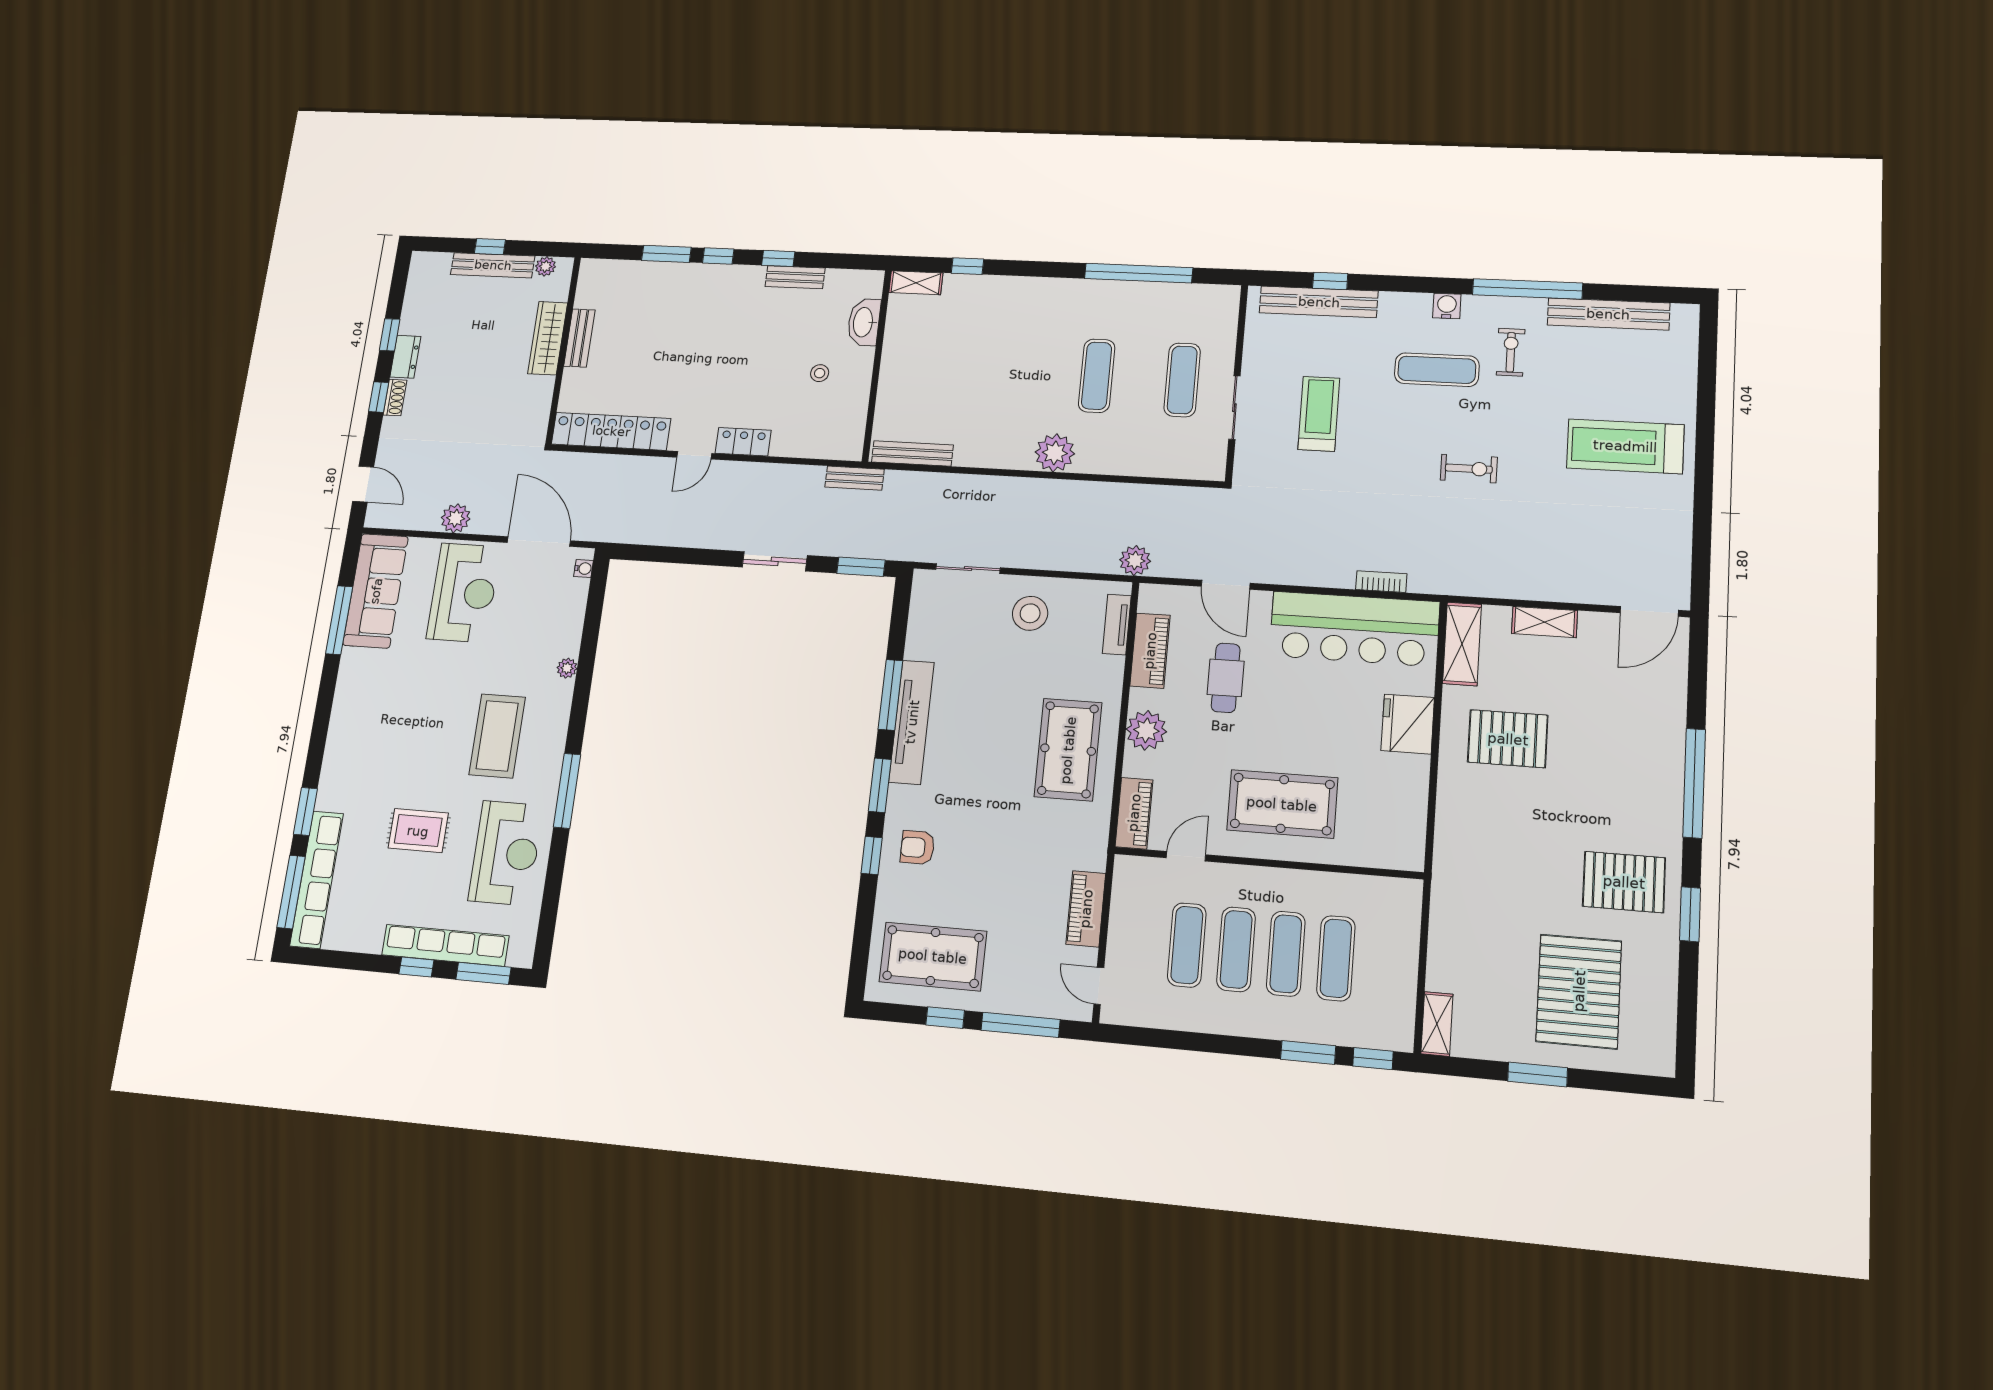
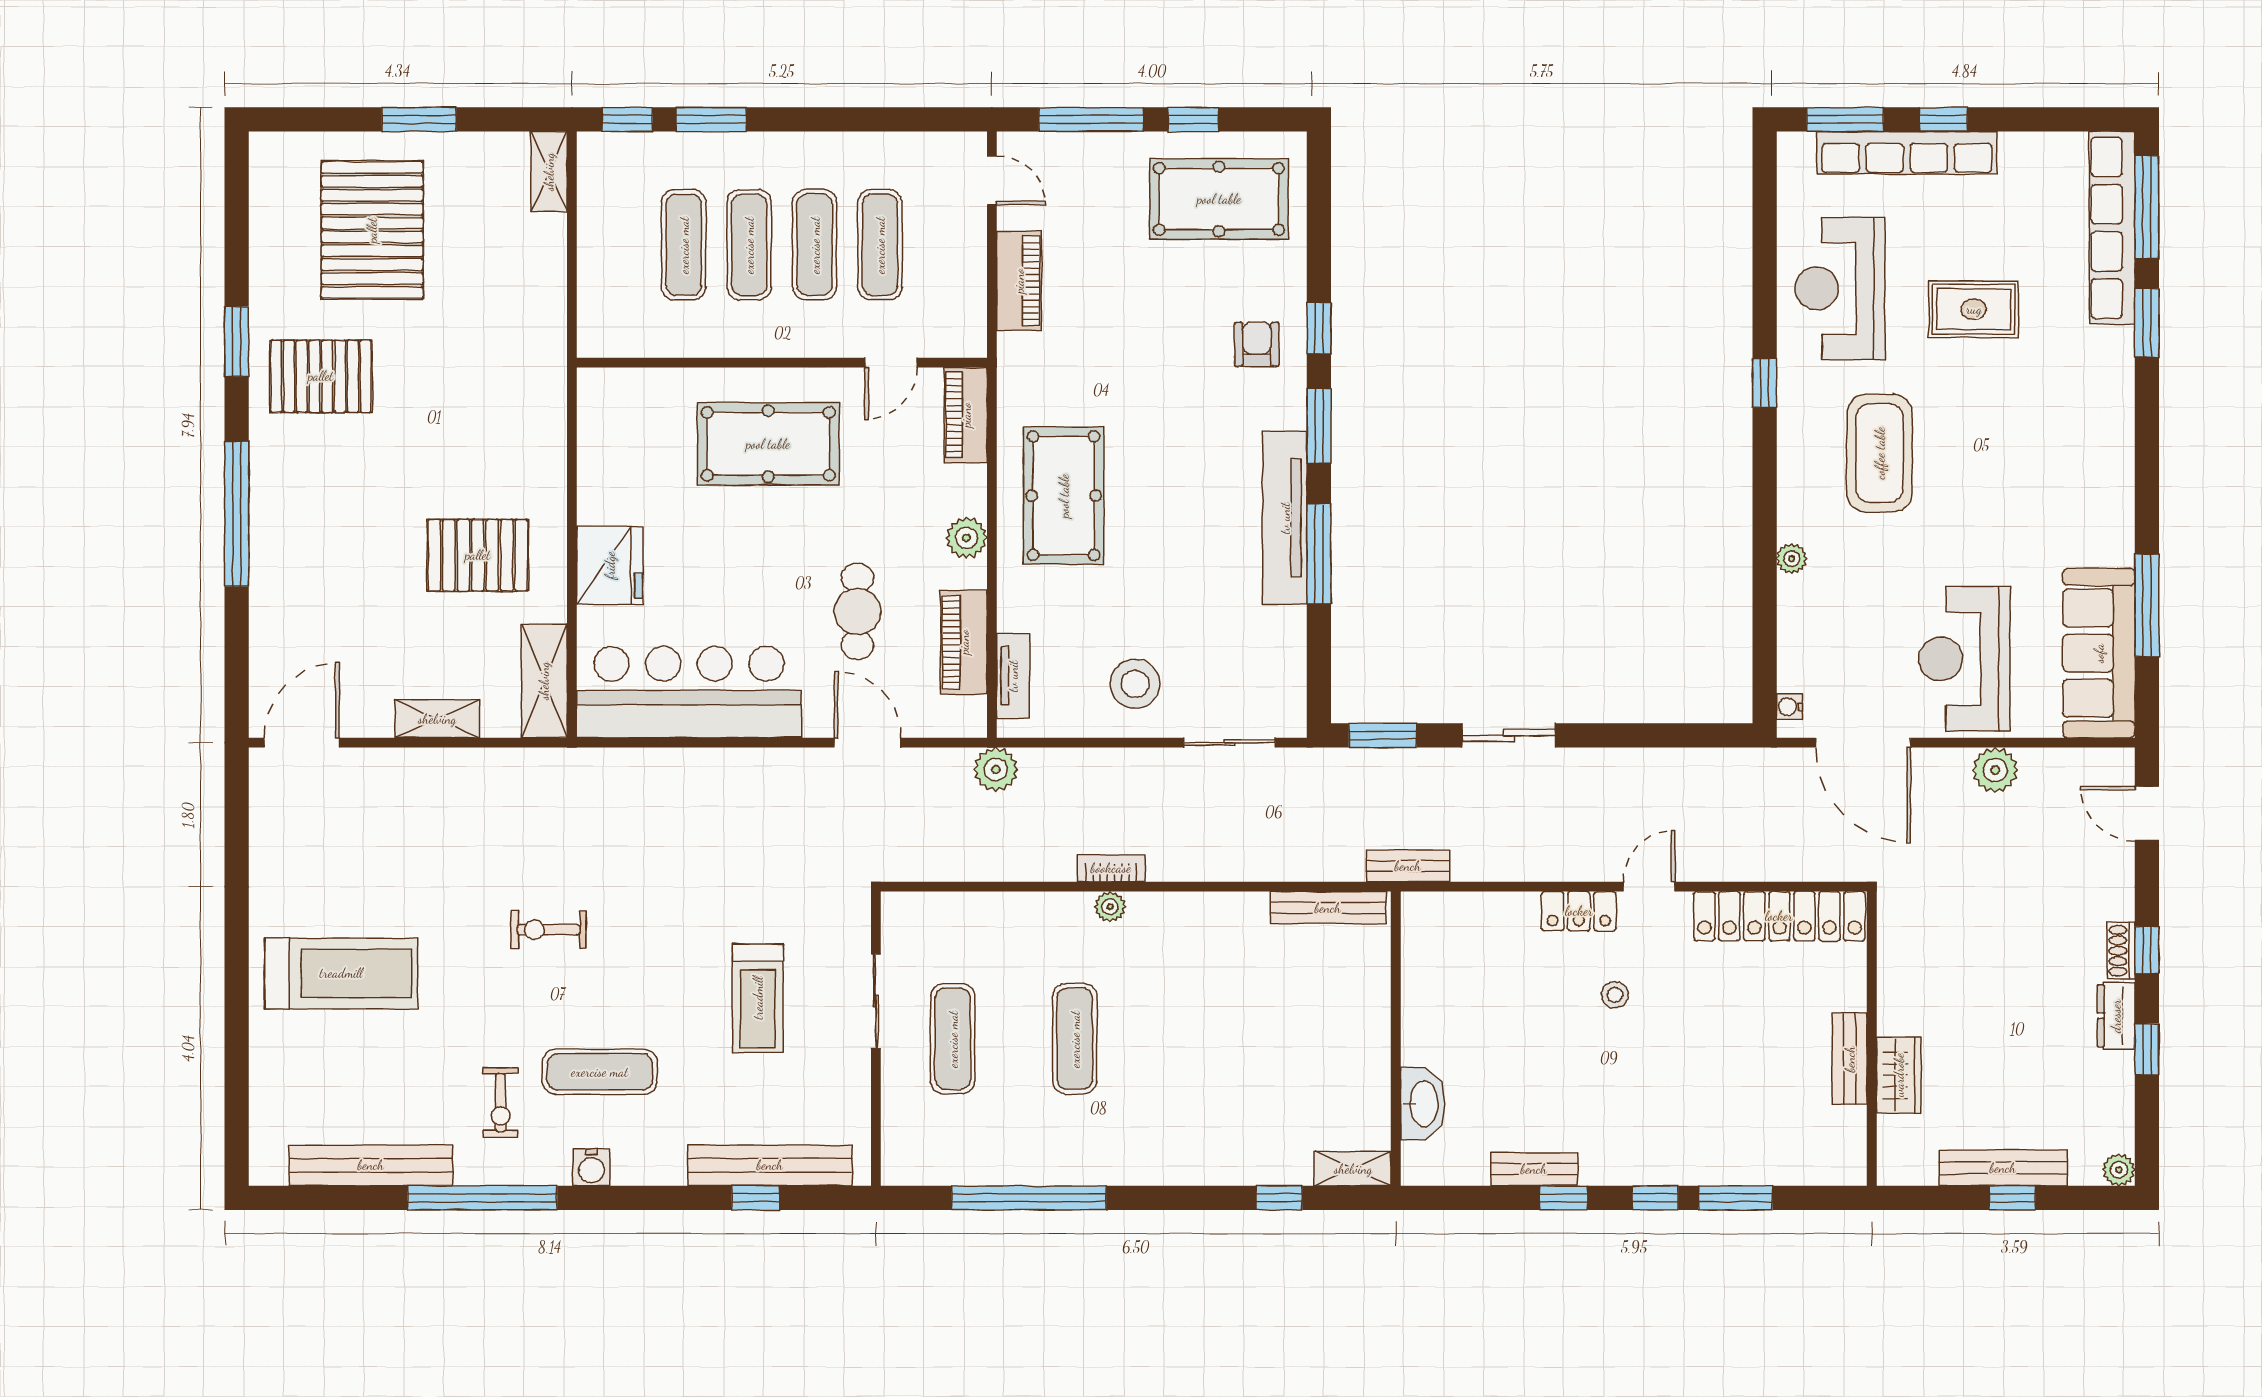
plant: (546, 266) -> (2119, 1170), moved
wardrobe: (548, 338) -> (1899, 1075), width x0.67
stool: (820, 373) -> (1615, 995), moved
plant: (1055, 453) -> (1110, 907), width x0.53, depth x0.53
bookcase: (1381, 582) -> (1111, 868), moved, turned 180
plant: (1146, 730) -> (966, 538), width x0.73, depth x0.73
window: (567, 791) -> (1765, 383), width x0.46
armchair: (917, 847) -> (1257, 344), turned -90

